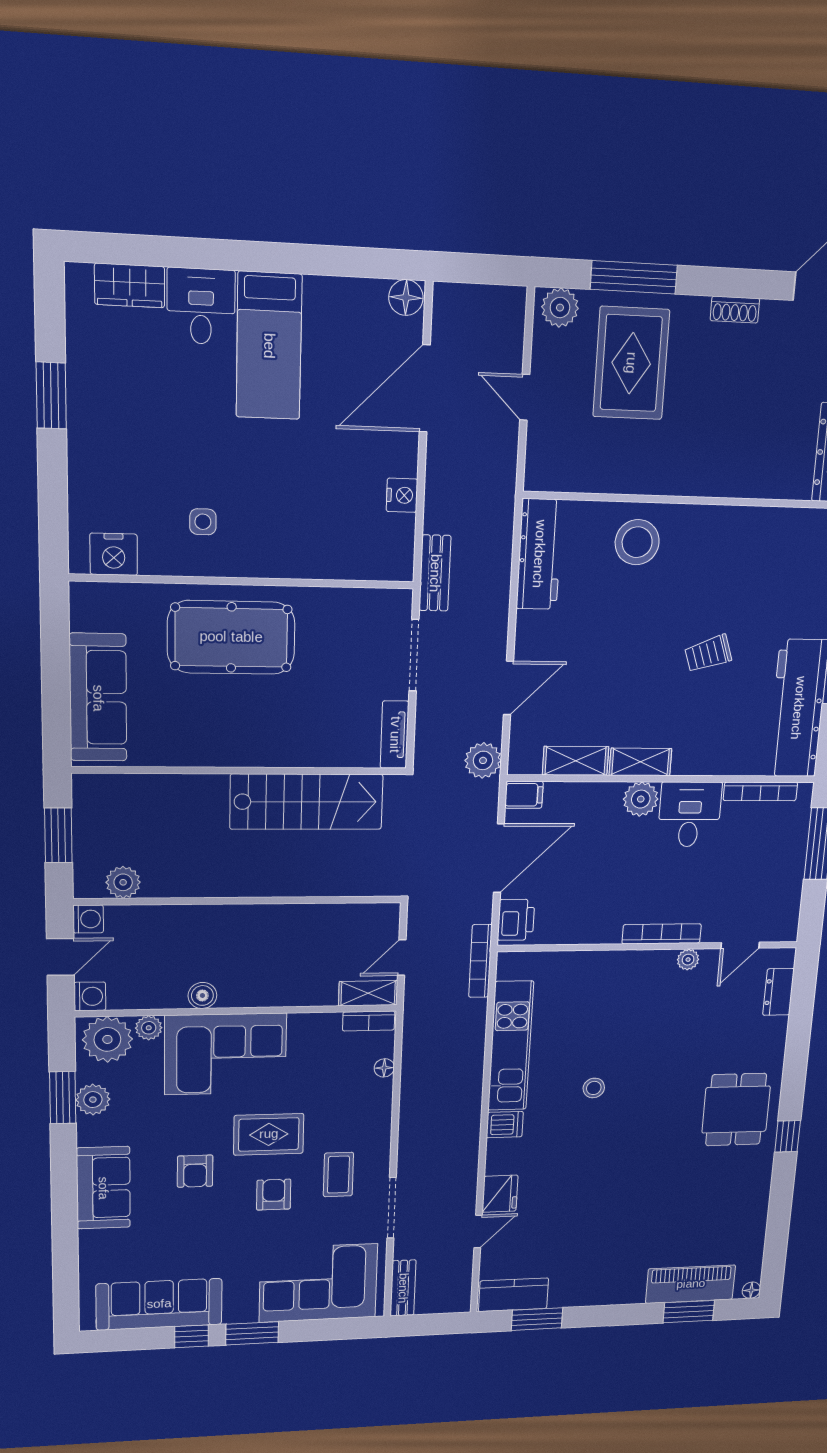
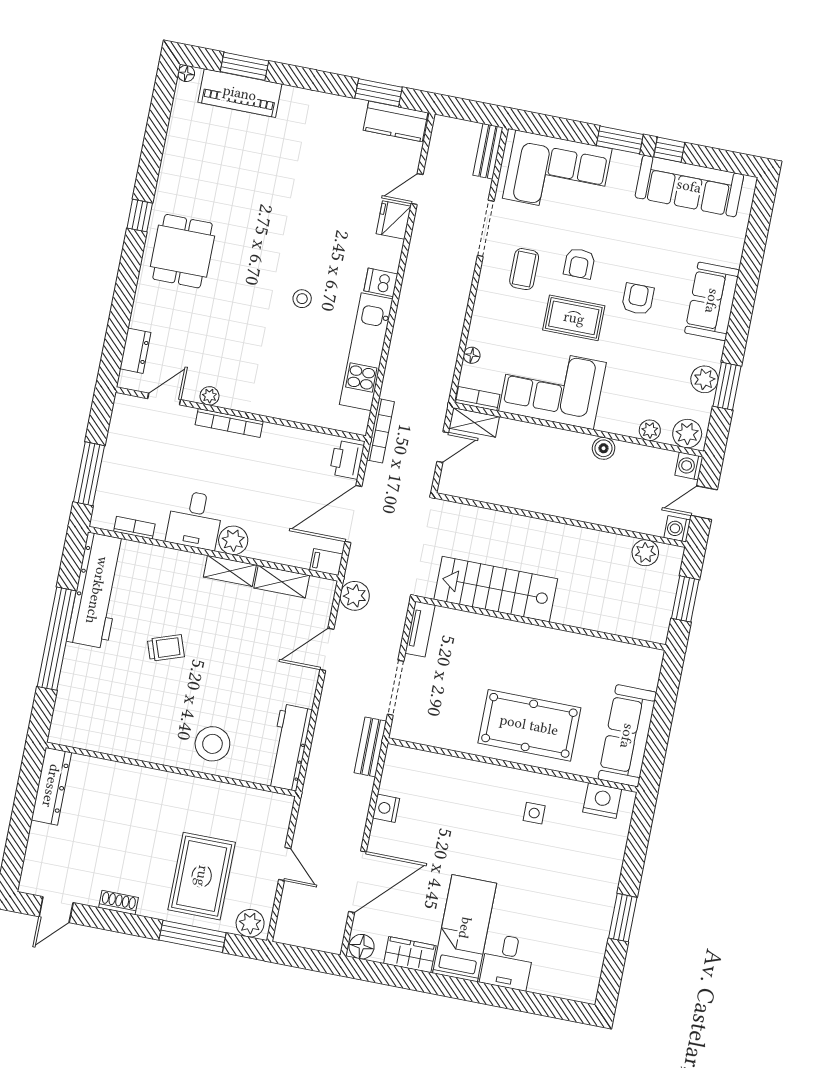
wardrobe: (130, 285) -> (410, 955), moved
sofa: (98, 698) -> (627, 736), moved
bookcase: (760, 791) -> (134, 528), width x0.64
plant: (107, 1039) -> (687, 434), width x0.73, depth x0.73
corner sofa: (226, 1054) -> (552, 387), moved

